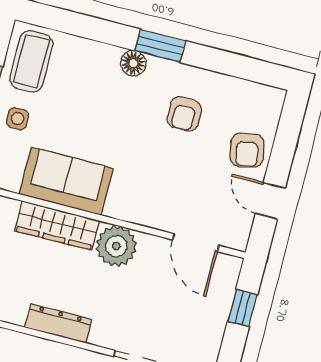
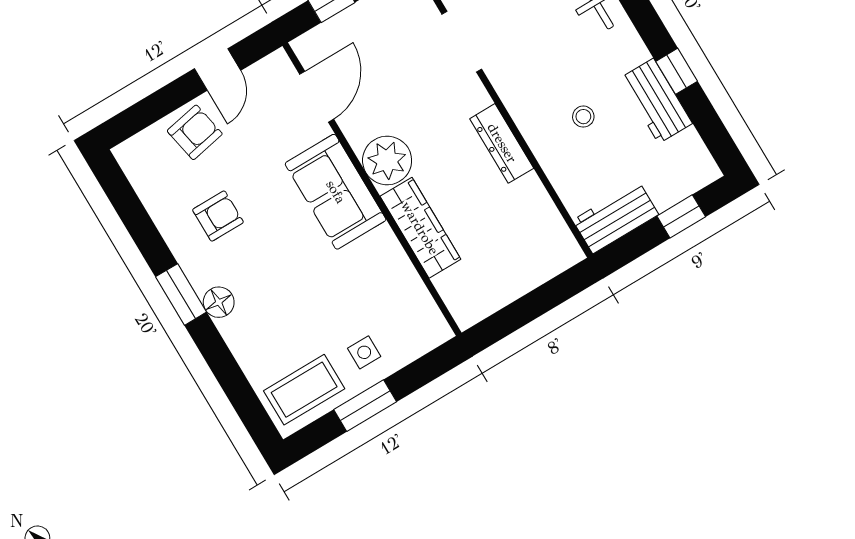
sofa: (66, 181) -> (336, 192), moved

